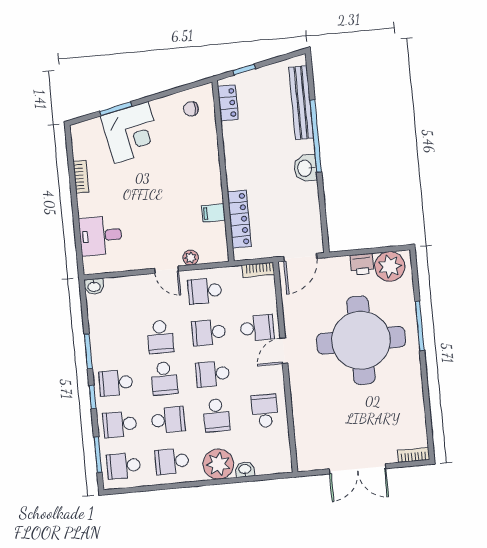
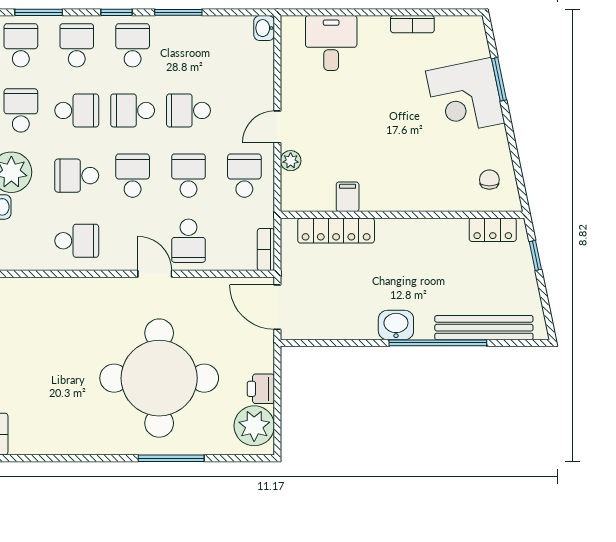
school desk: (168, 420) -> (77, 110), turned -90

